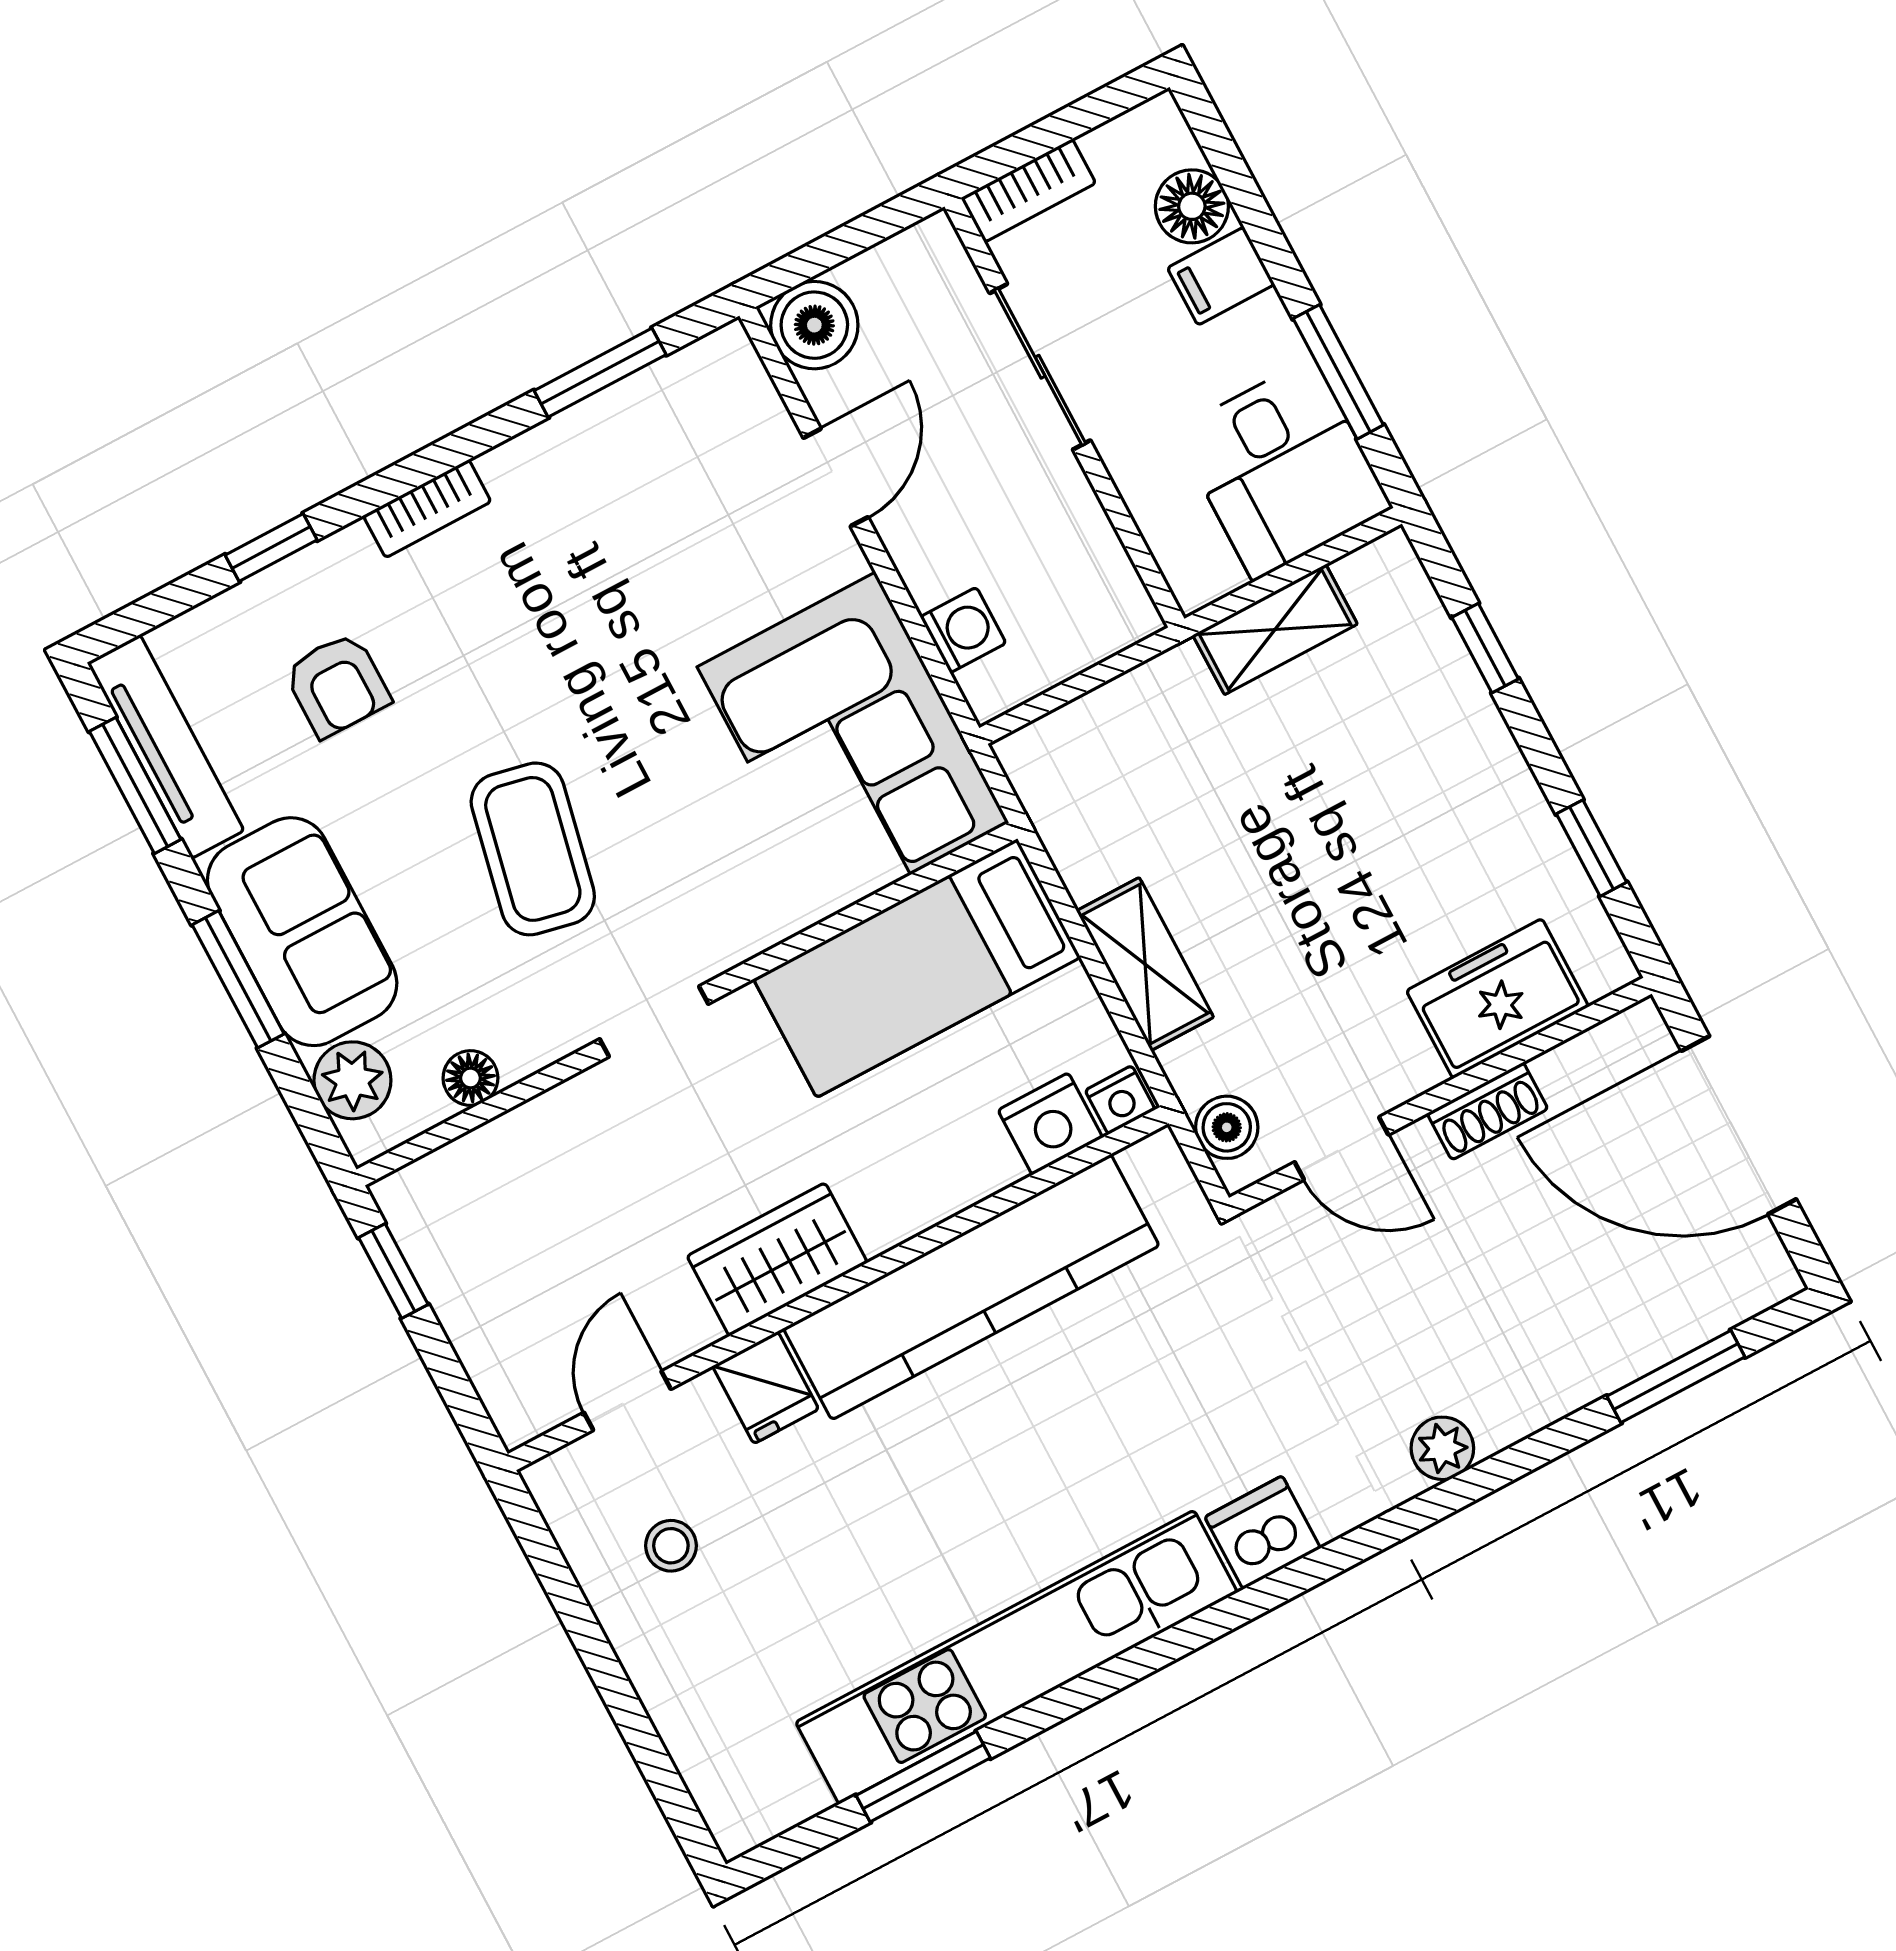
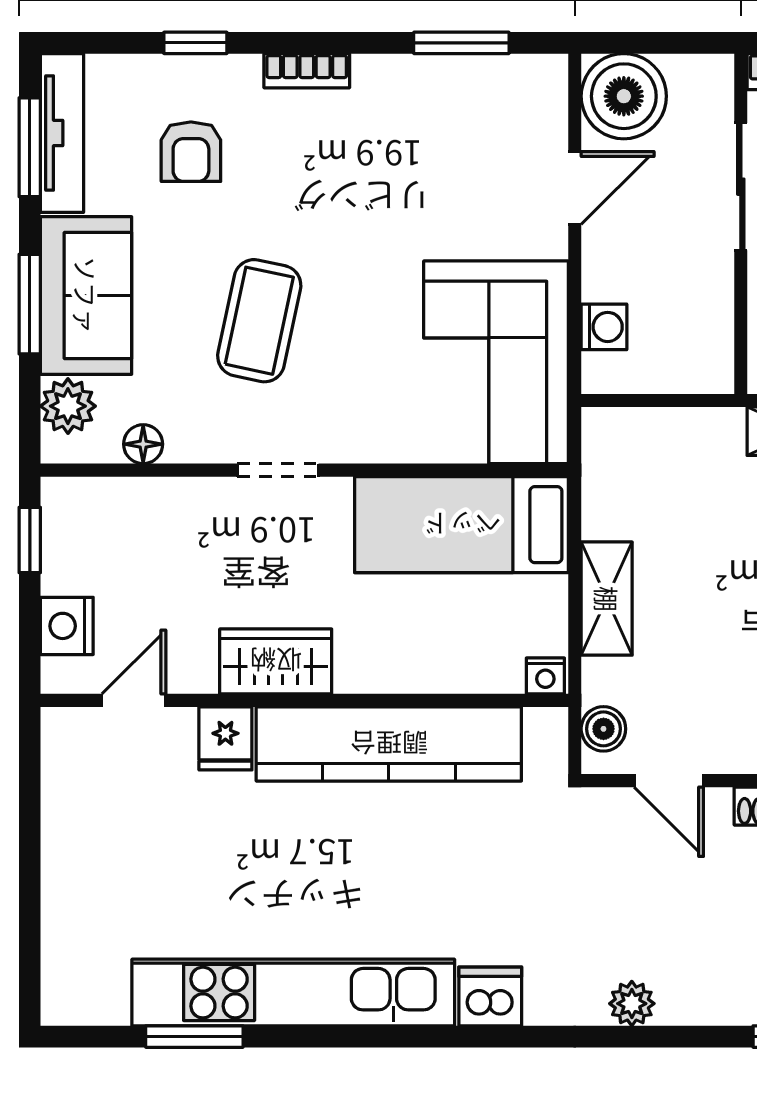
boiler: (814, 325) -> (624, 96), width x1.37, depth x1.37
nightstand: (1050, 1124) -> (67, 626), moved, turned 90
stool: (671, 1546) -> (113, 806), removed

